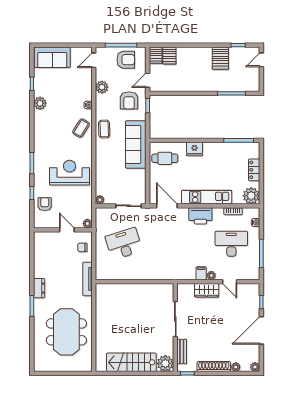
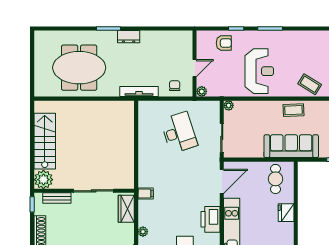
coffee table: (104, 129) -> (294, 110), moved
filing cabinet: (201, 273) -> (146, 194), moved
wardrobe: (207, 290) -> (126, 209), moved

